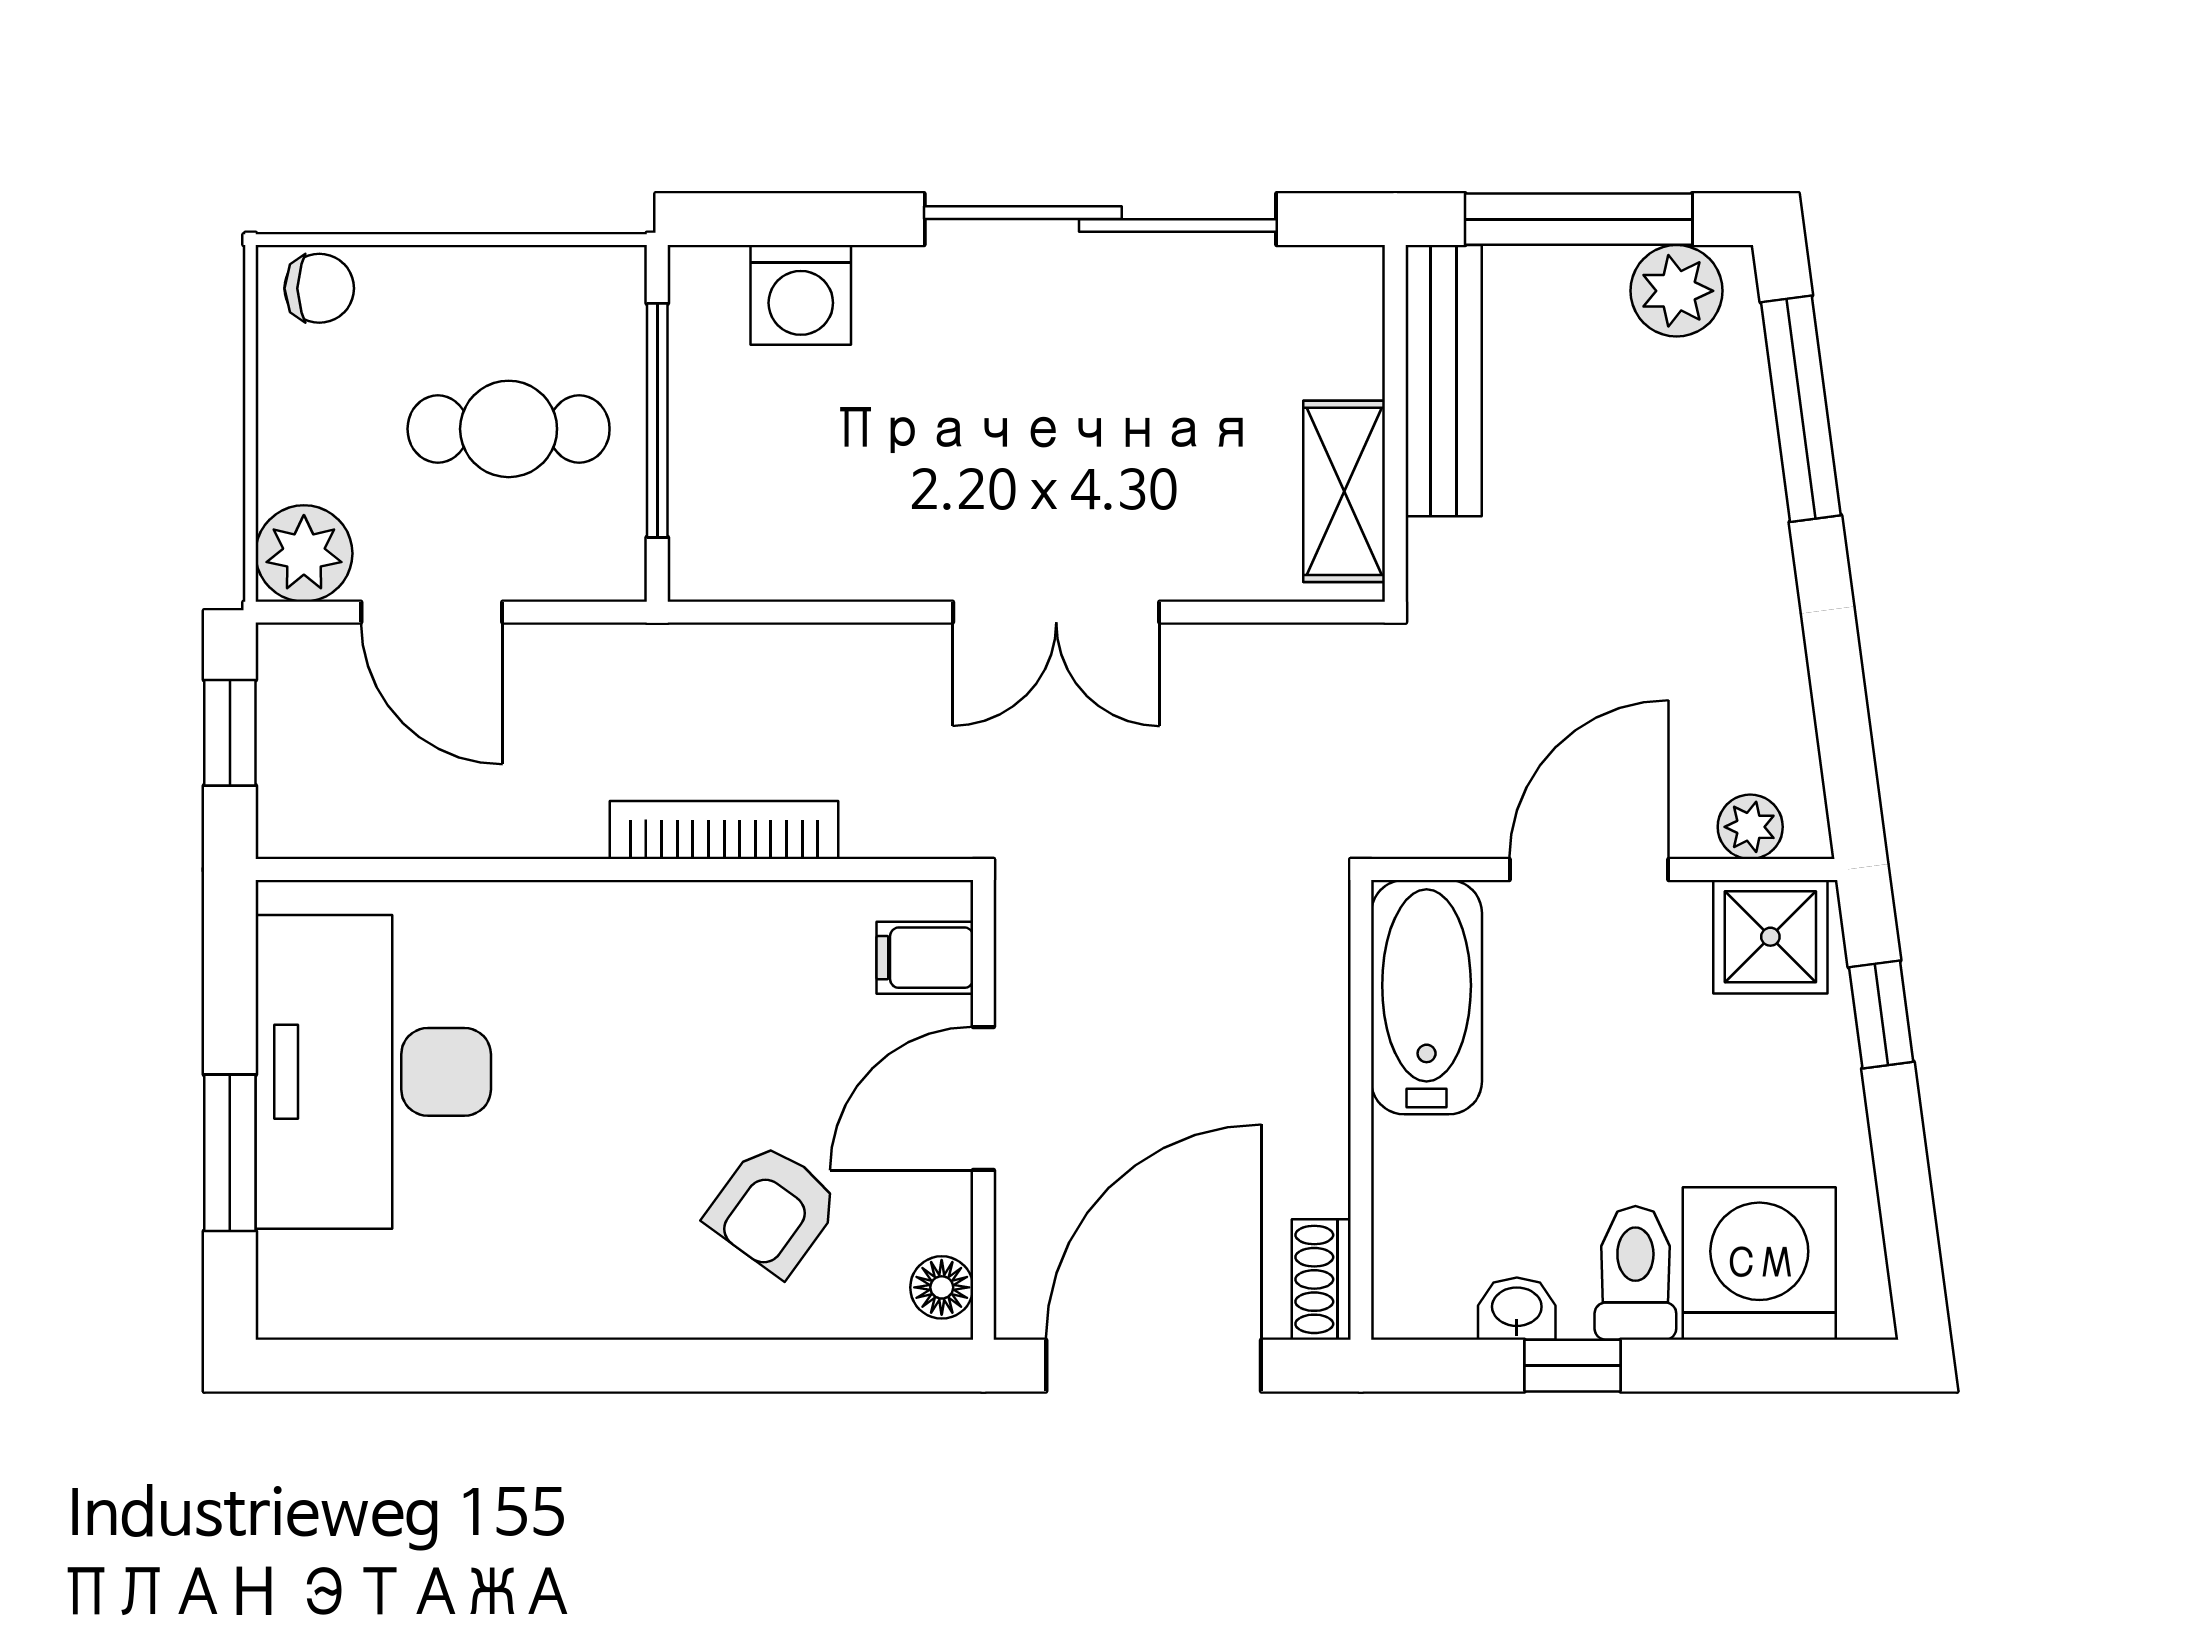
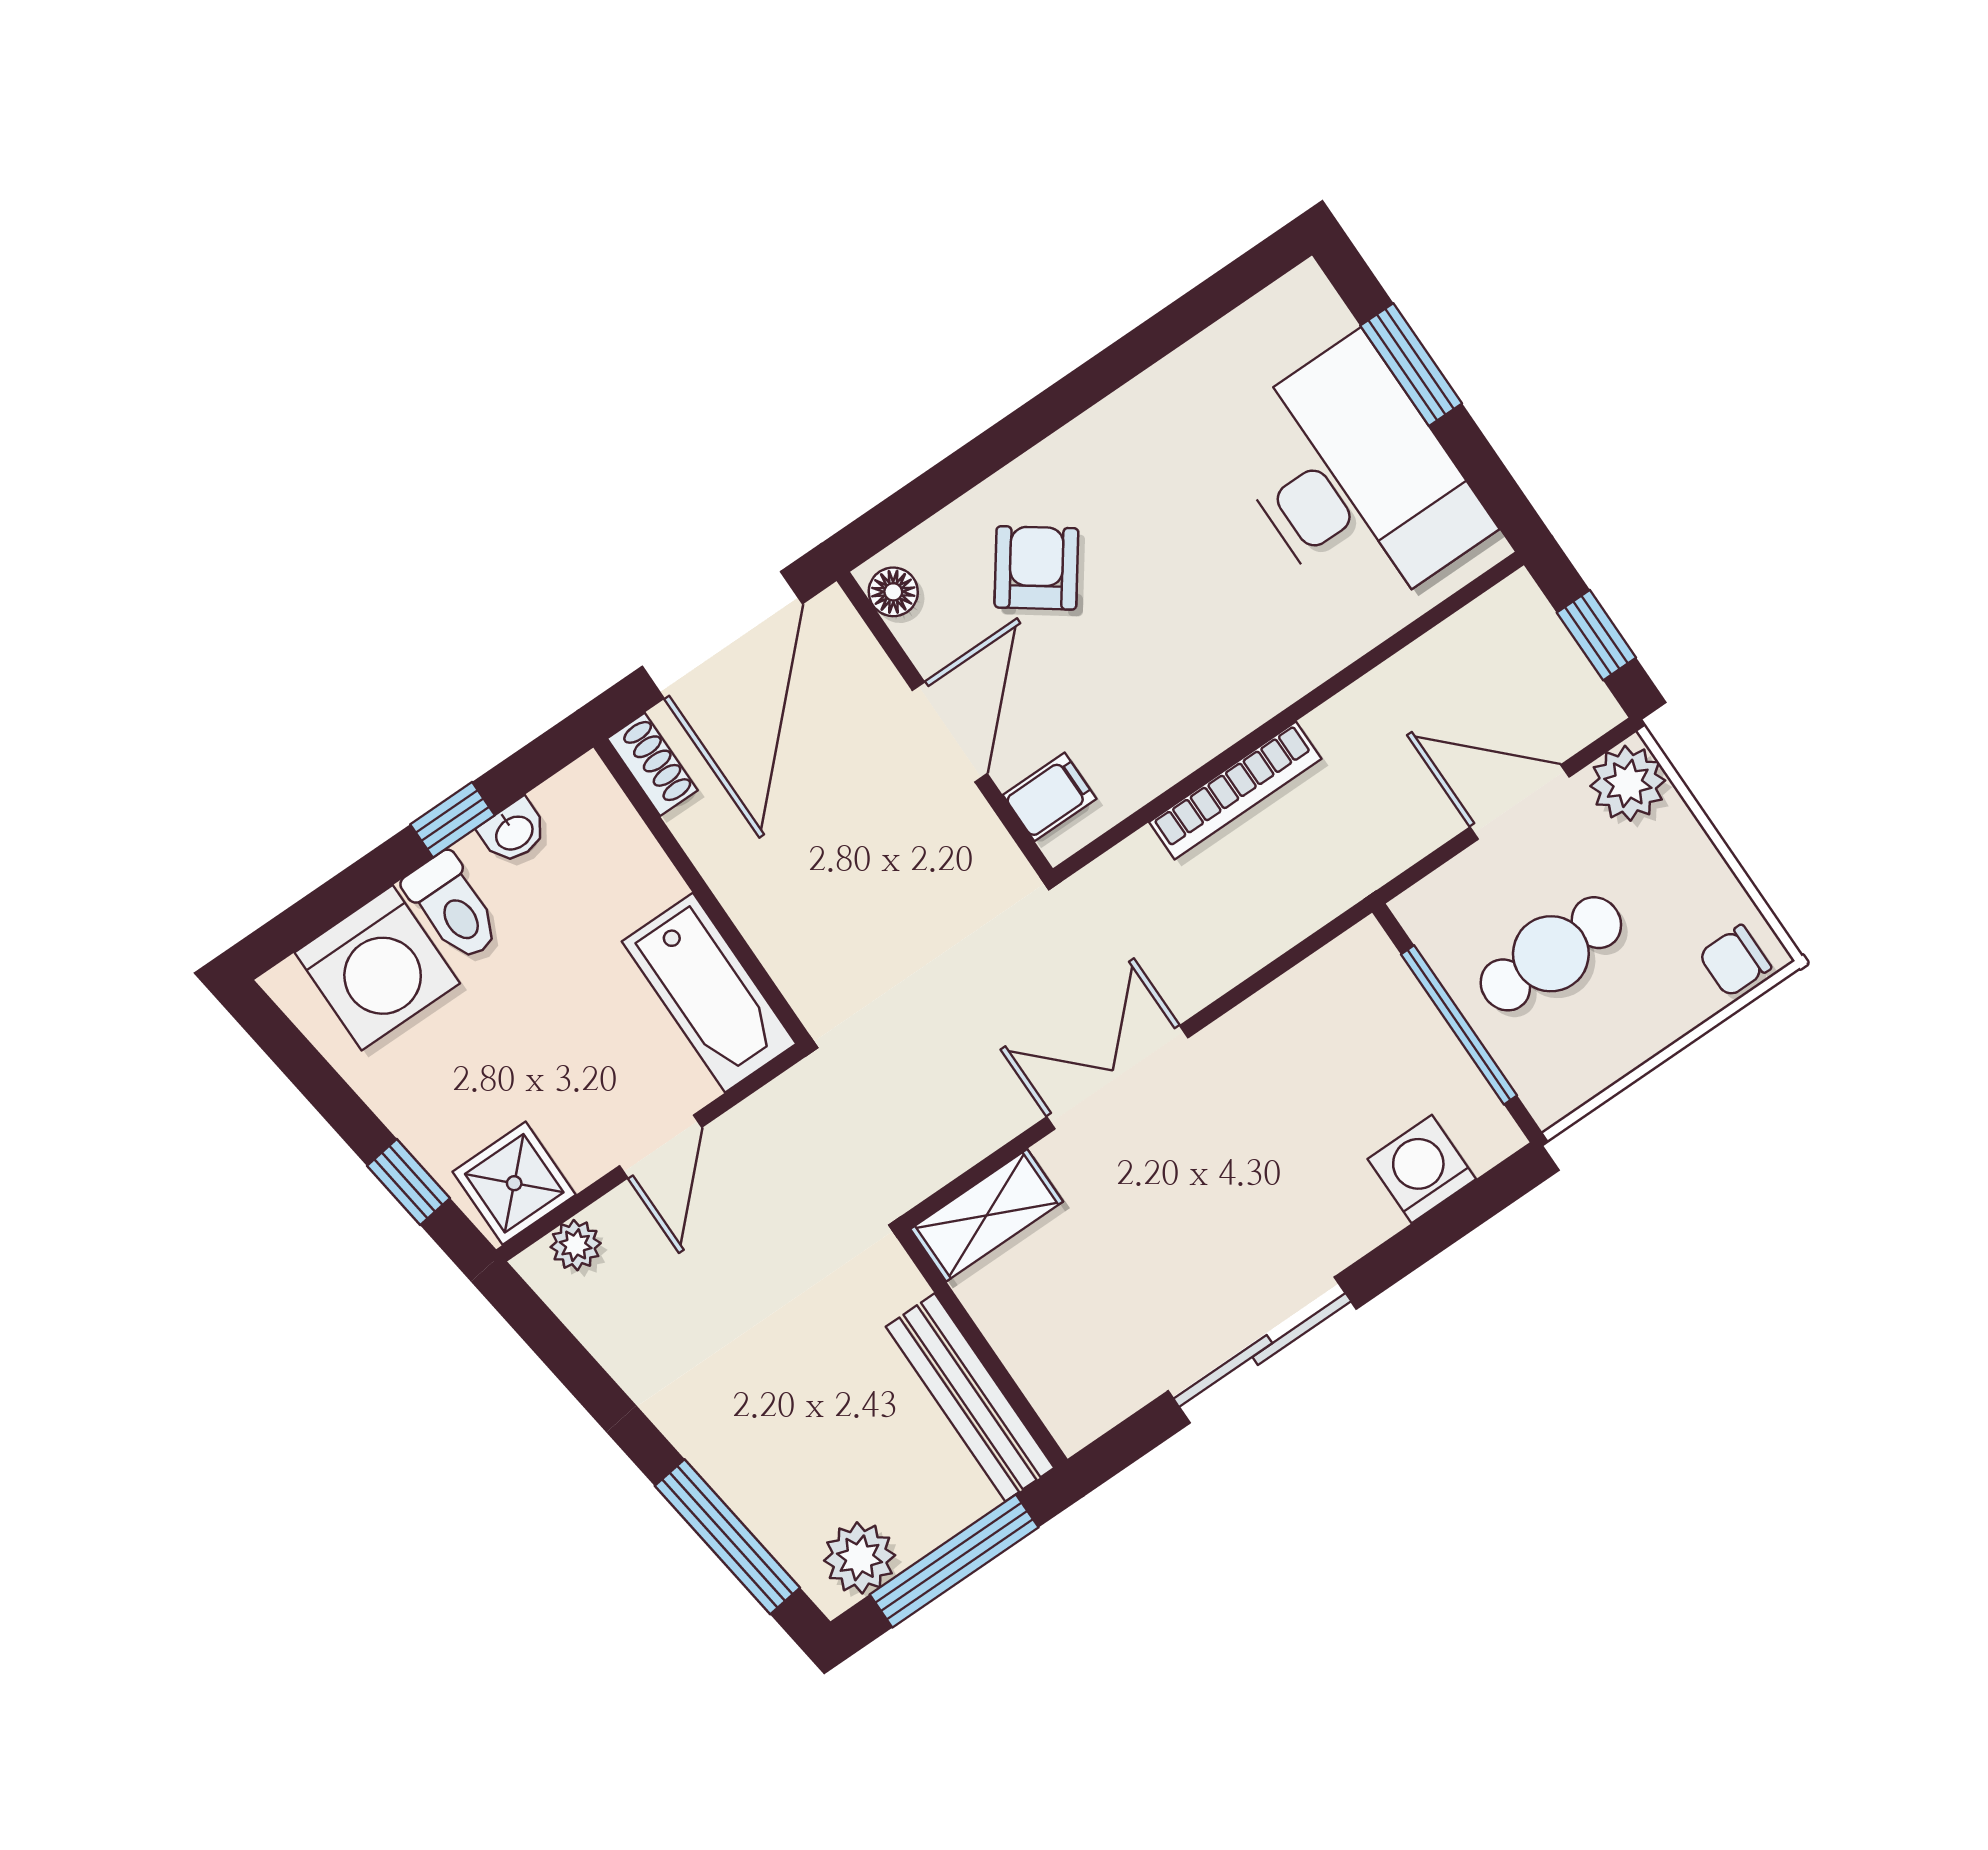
sliding door: (1100, 219) -> (1262, 1350), width x0.73
shelving: (1344, 491) -> (987, 1215), moved, turned 90
door: (1589, 870) -> (661, 1146), width x0.73

